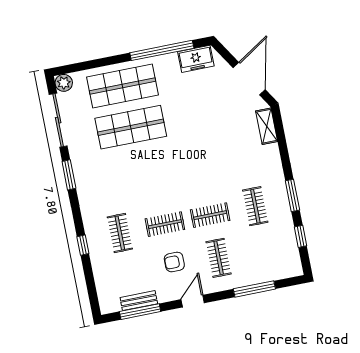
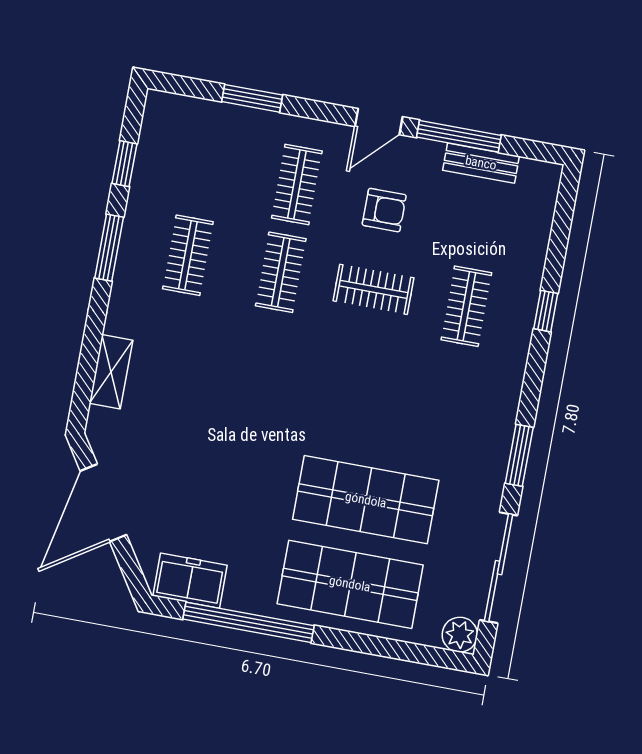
shelving: (267, 126) -> (111, 372), moved
clothes rail: (210, 215) -> (281, 272), turned 90
window: (254, 289) -> (252, 98), width x0.69
window: (140, 312) -> (459, 136), moved

